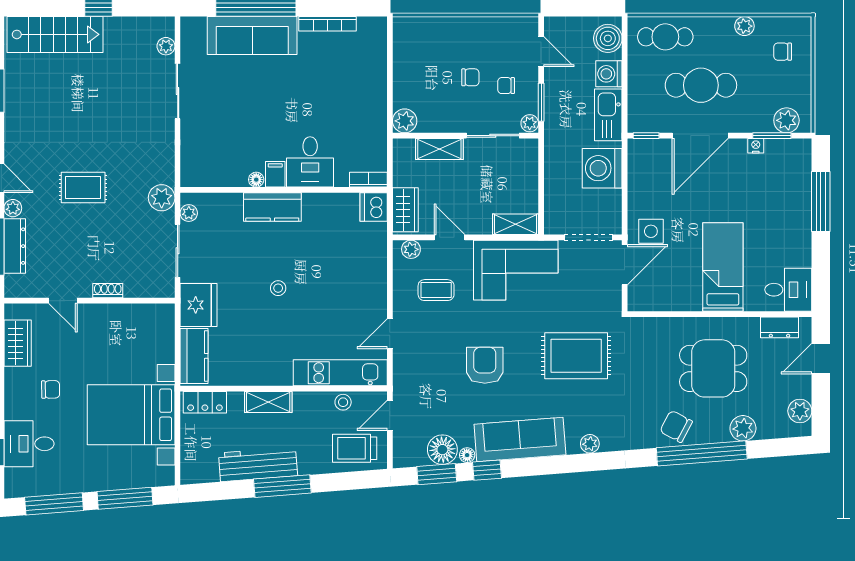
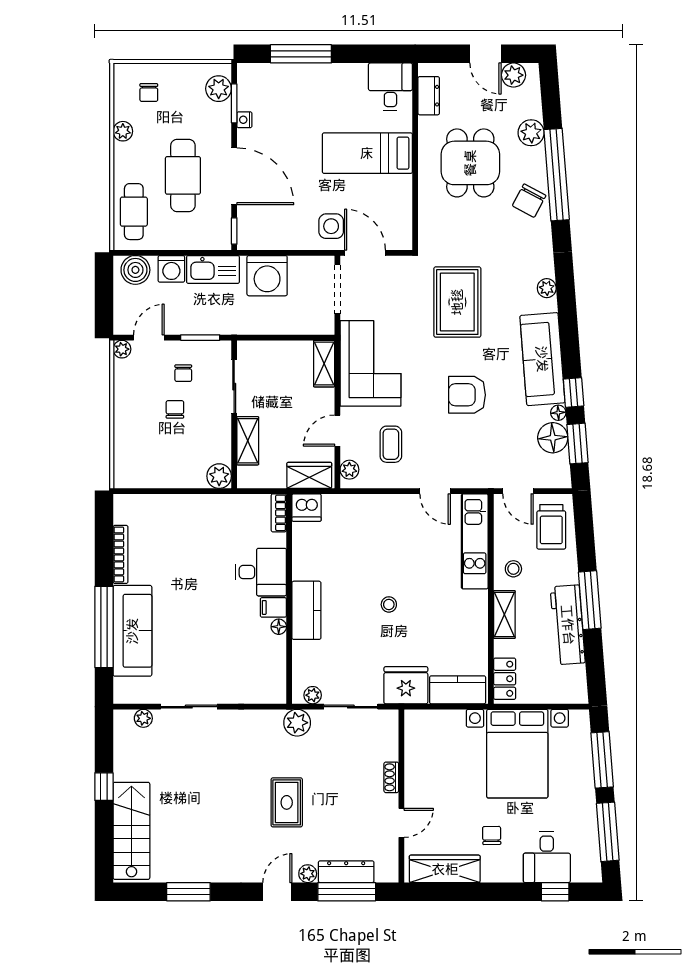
plant: (530, 123) -> (122, 349), moved
wardrobe: (18, 343) -> (445, 869), width x1.50
door: (821, 359) -> (485, 54), moved
stool: (343, 402) -> (513, 569), moved

